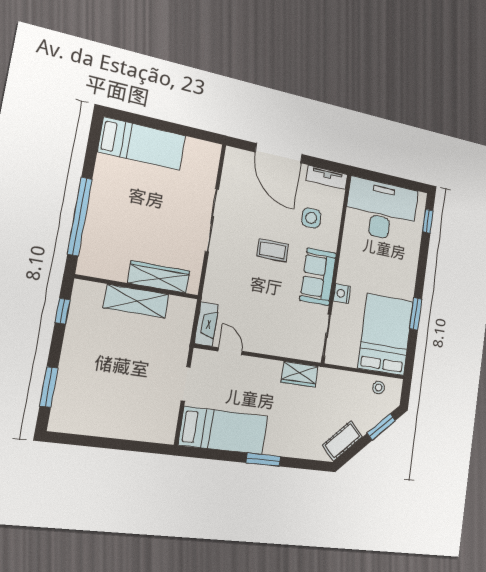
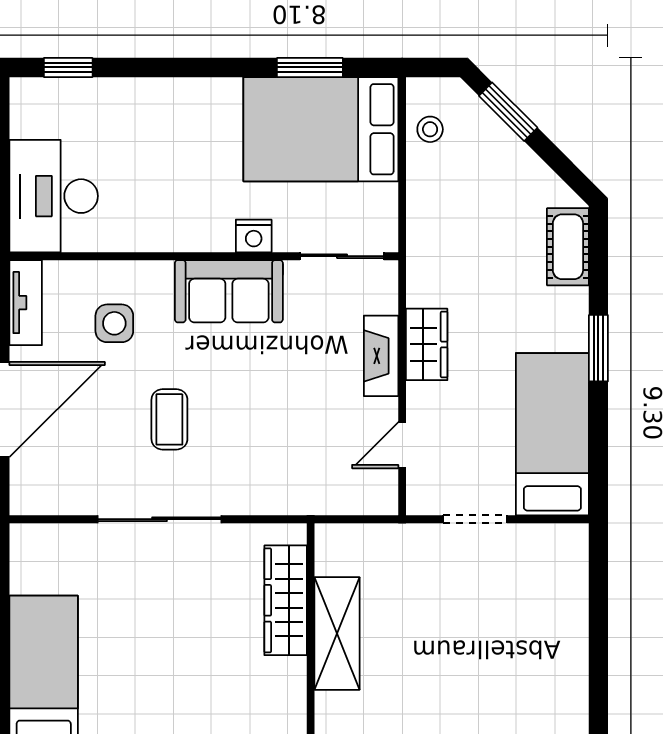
desk: (381, 210) -> (54, 196), width x0.73, depth x0.77
coffee table: (273, 250) -> (169, 419), moved
window: (416, 314) -> (310, 67), moved
fireplace: (206, 324) -> (381, 356), moved, turned -90
wardrobe: (300, 374) -> (427, 344), moved
cot: (342, 441) -> (568, 247), moved, turned 45

